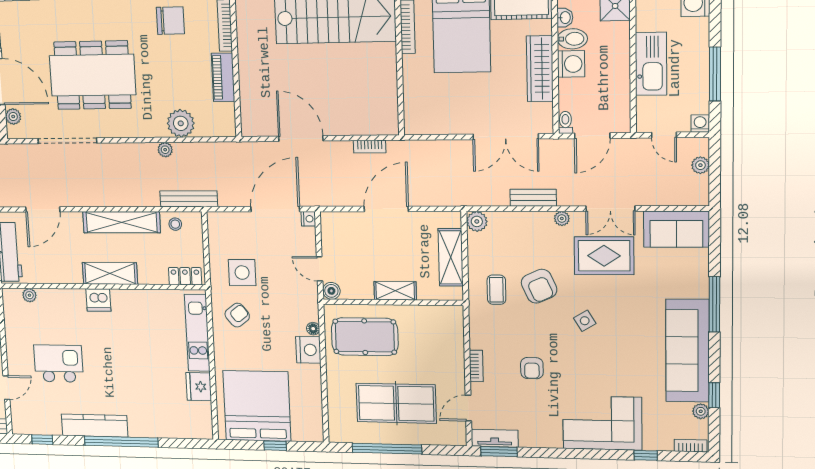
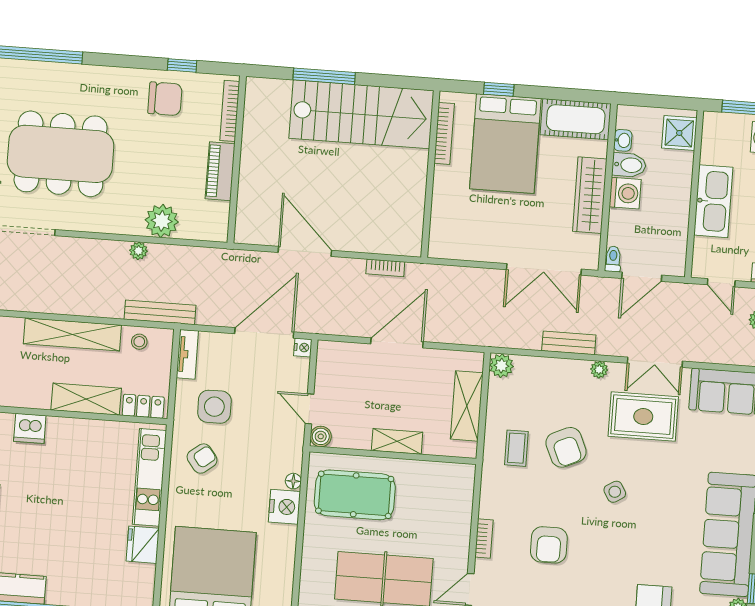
tv unit: (215, 231) -> (187, 354), added
shelving: (110, 273) -> (86, 399), moved
armchair: (532, 368) -> (549, 545), width x1.38, depth x1.38

